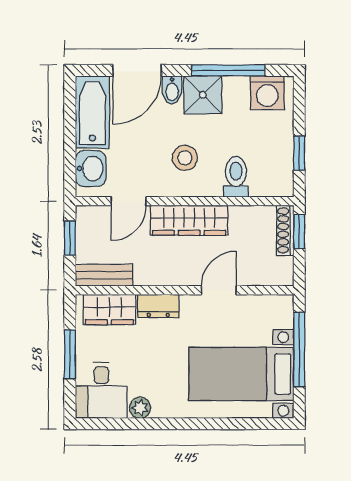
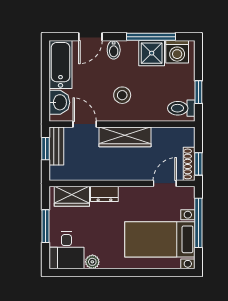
door: (137, 70) -> (90, 37), width x0.73
shower: (203, 95) -> (152, 53), moved
toilet: (236, 177) -> (181, 108), moved, turned -90
door: (129, 201) -> (85, 124), swing flipped
shoe rack: (285, 230) -> (189, 164), moved
window: (299, 232) -> (198, 164), moved
bench: (104, 275) -> (56, 146), moved, turned 90
door: (219, 290) -> (165, 183), moved

